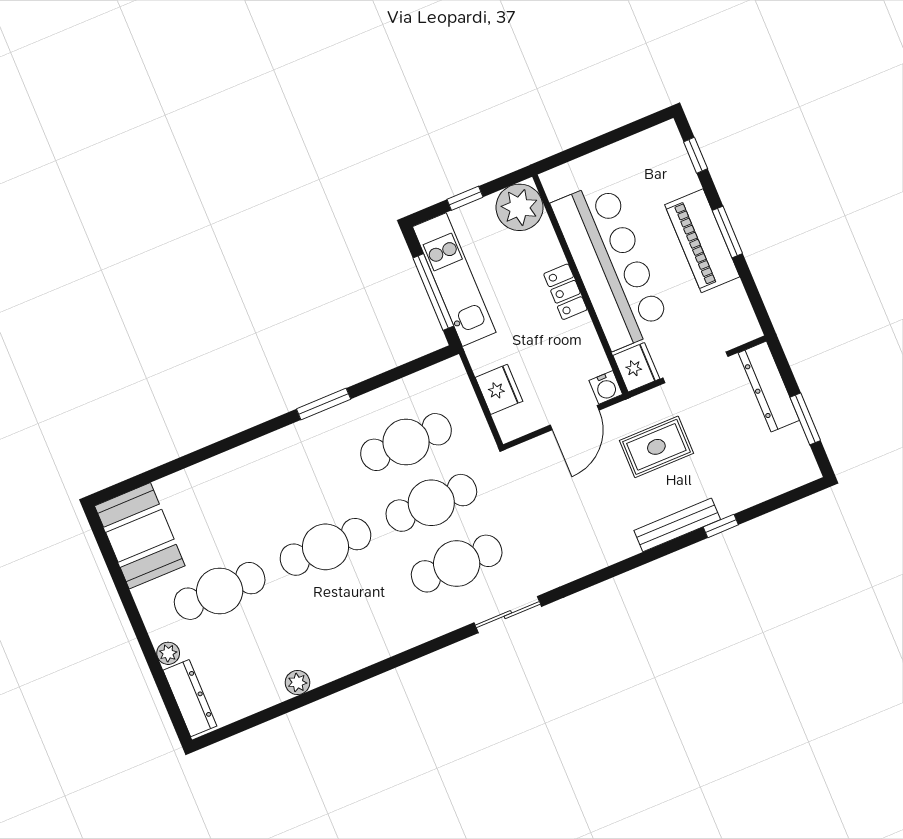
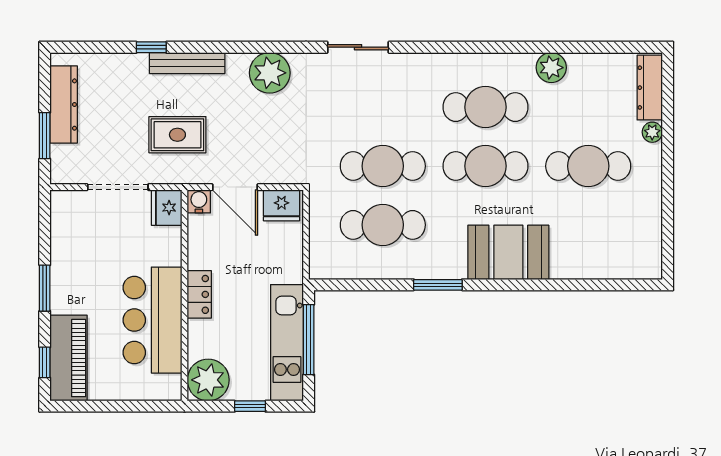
piano: (702, 241) -> (69, 358), moved
bar counter: (611, 265) -> (153, 320), width x0.73
dresser: (769, 387) -> (64, 105), moved
fridge: (499, 389) -> (282, 205), moved, turned -90
door: (575, 418) -> (235, 187), swing flipped
window: (805, 419) -> (45, 136), moved
booth: (140, 536) -> (508, 252), moved, turned 90
plant: (588, 550) -> (270, 73), added
cafe table: (457, 564) -> (485, 107), moved
plant: (297, 683) -> (551, 68), width x1.38, depth x1.38

